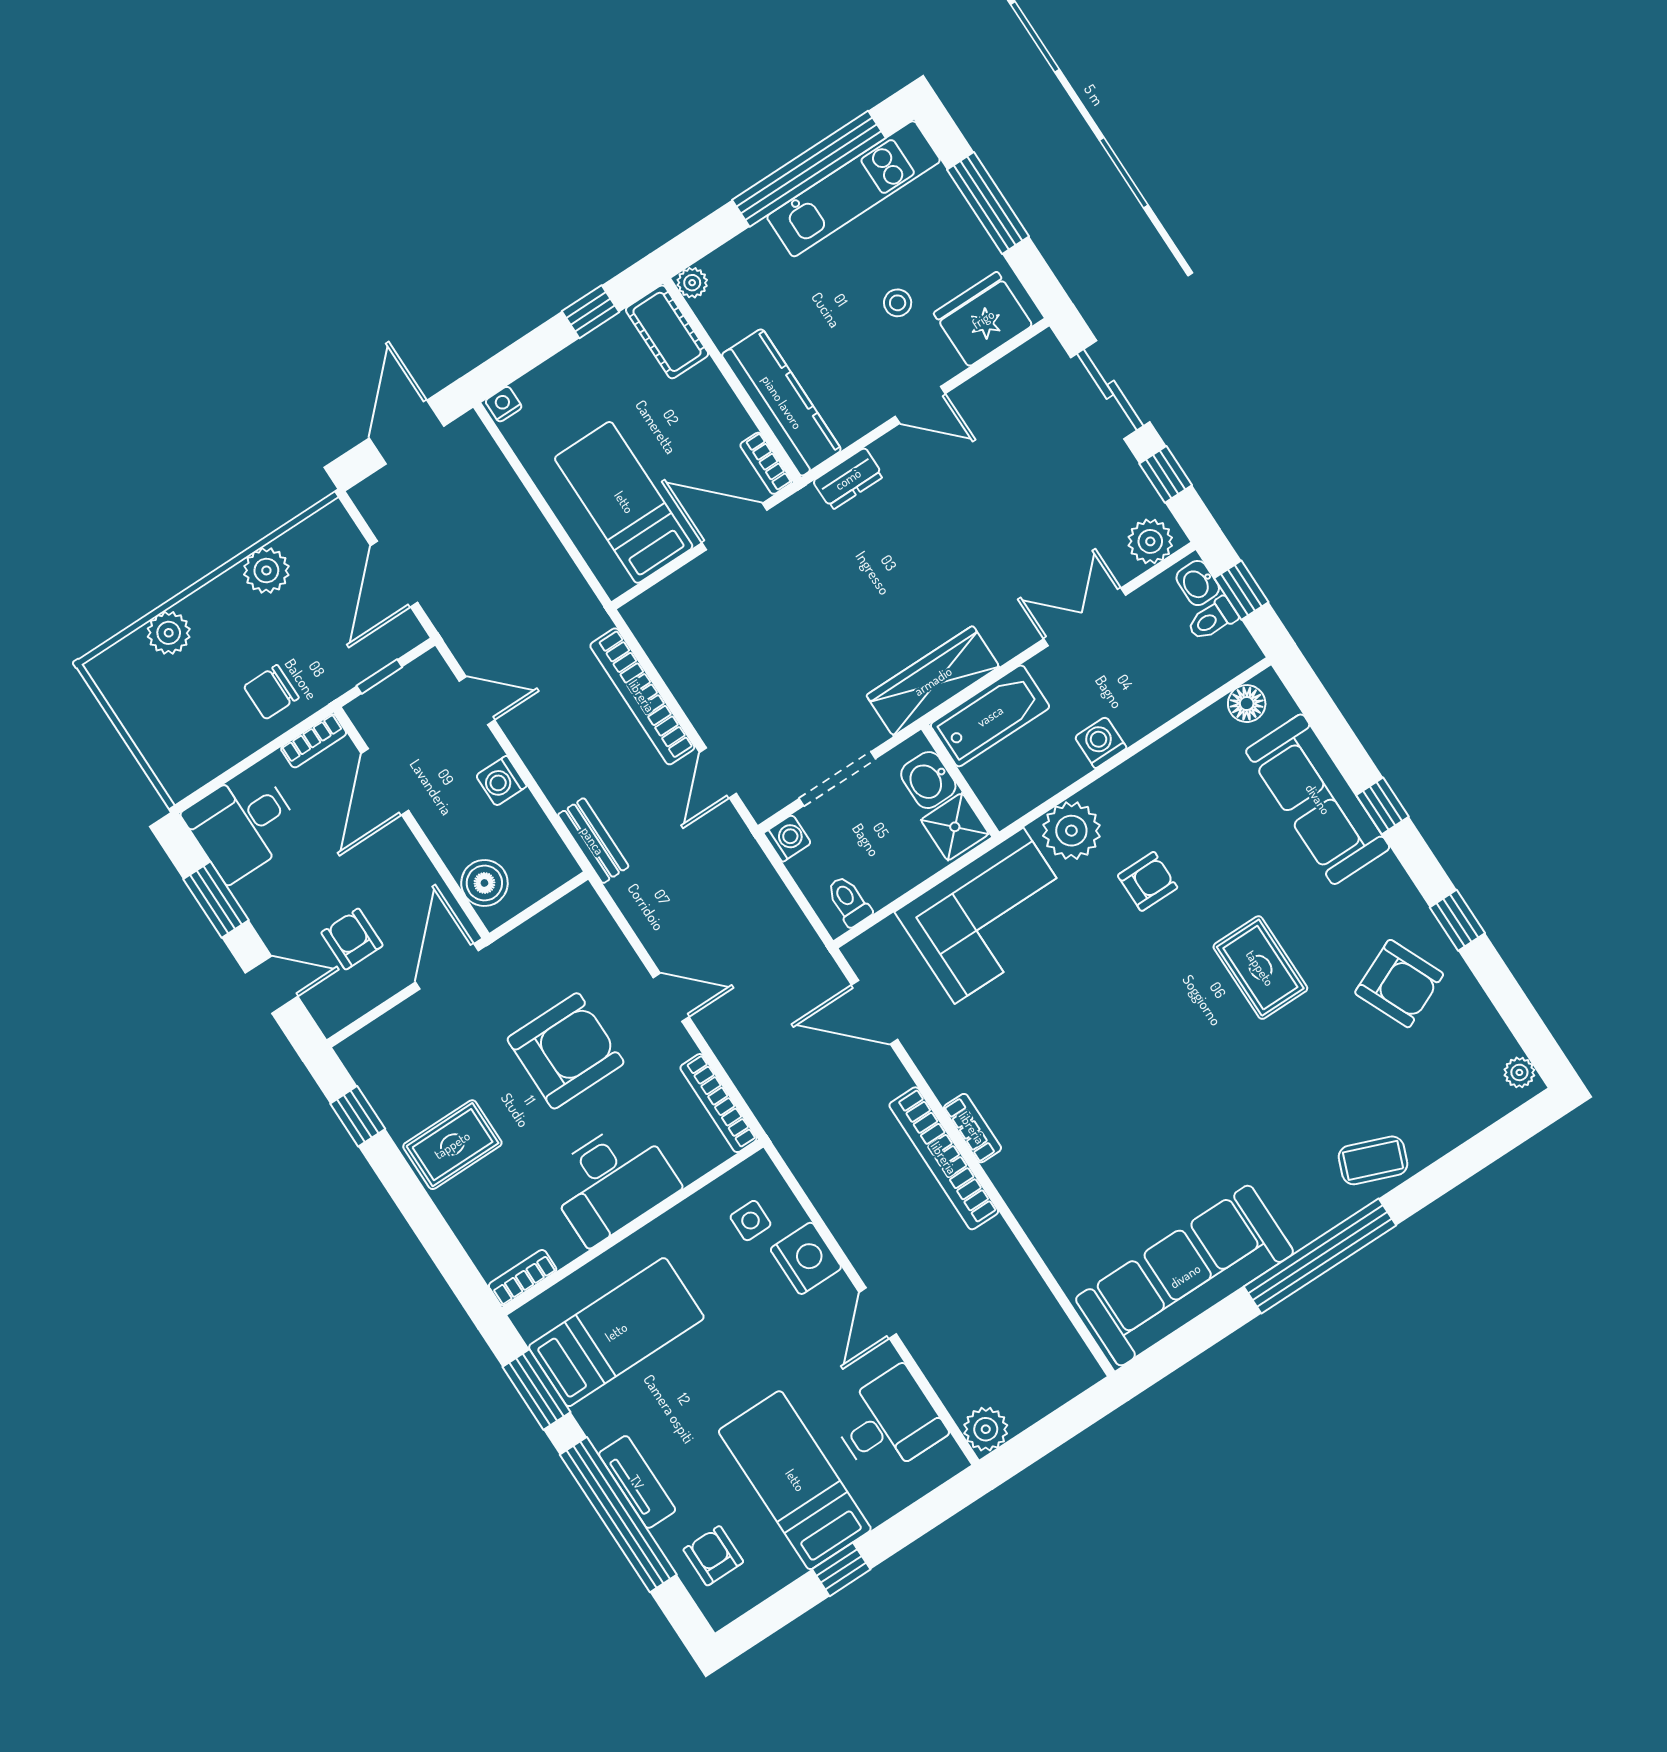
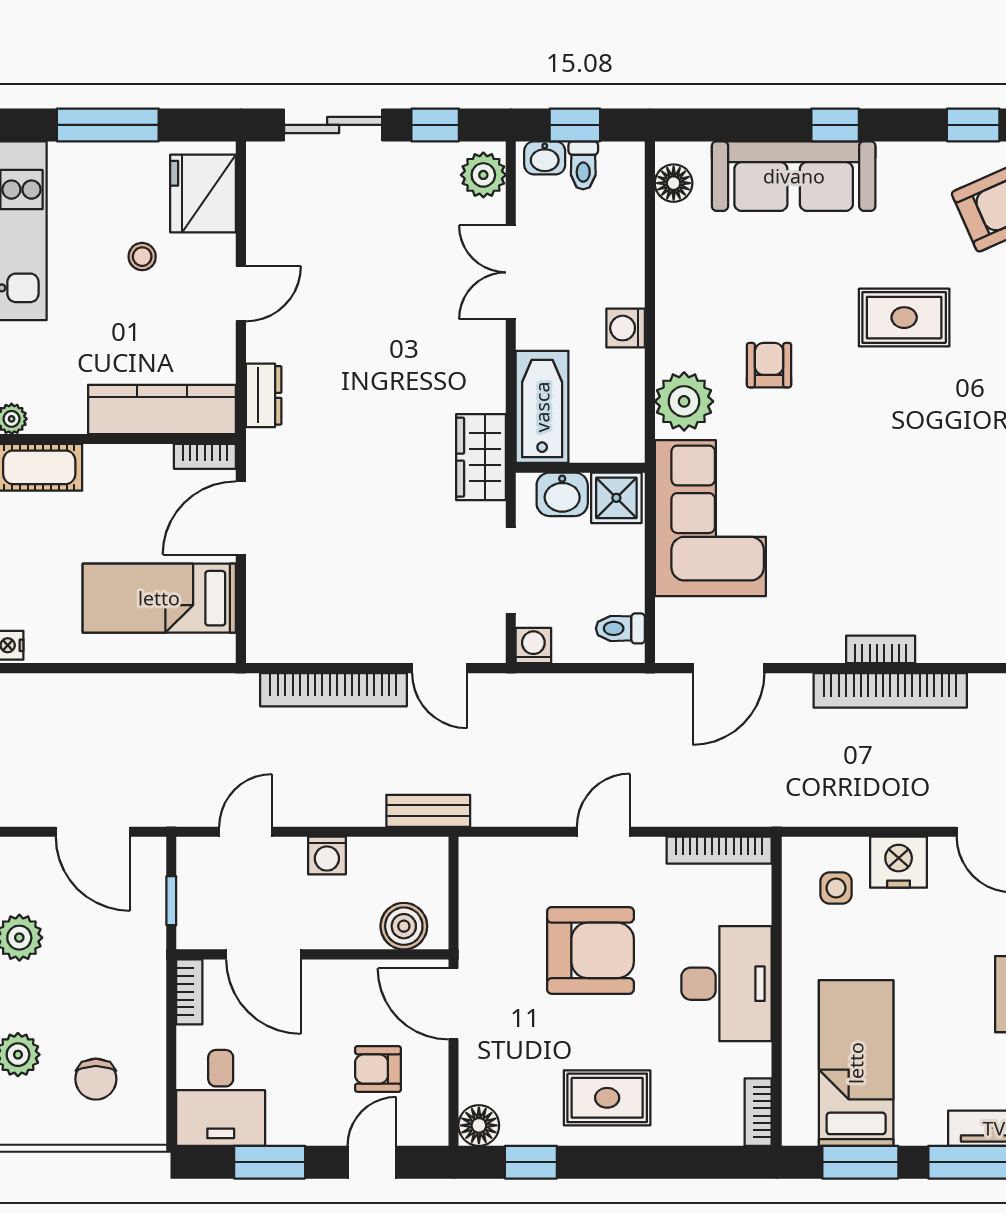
wardrobe: (933, 681) -> (481, 457), width x0.67
chair: (271, 692) -> (96, 1079), moved
armchair: (566, 1051) -> (590, 950), turned 90
floor lamp: (360, 1053) -> (479, 1125), added
rug: (452, 1145) -> (607, 1098), turned 90

